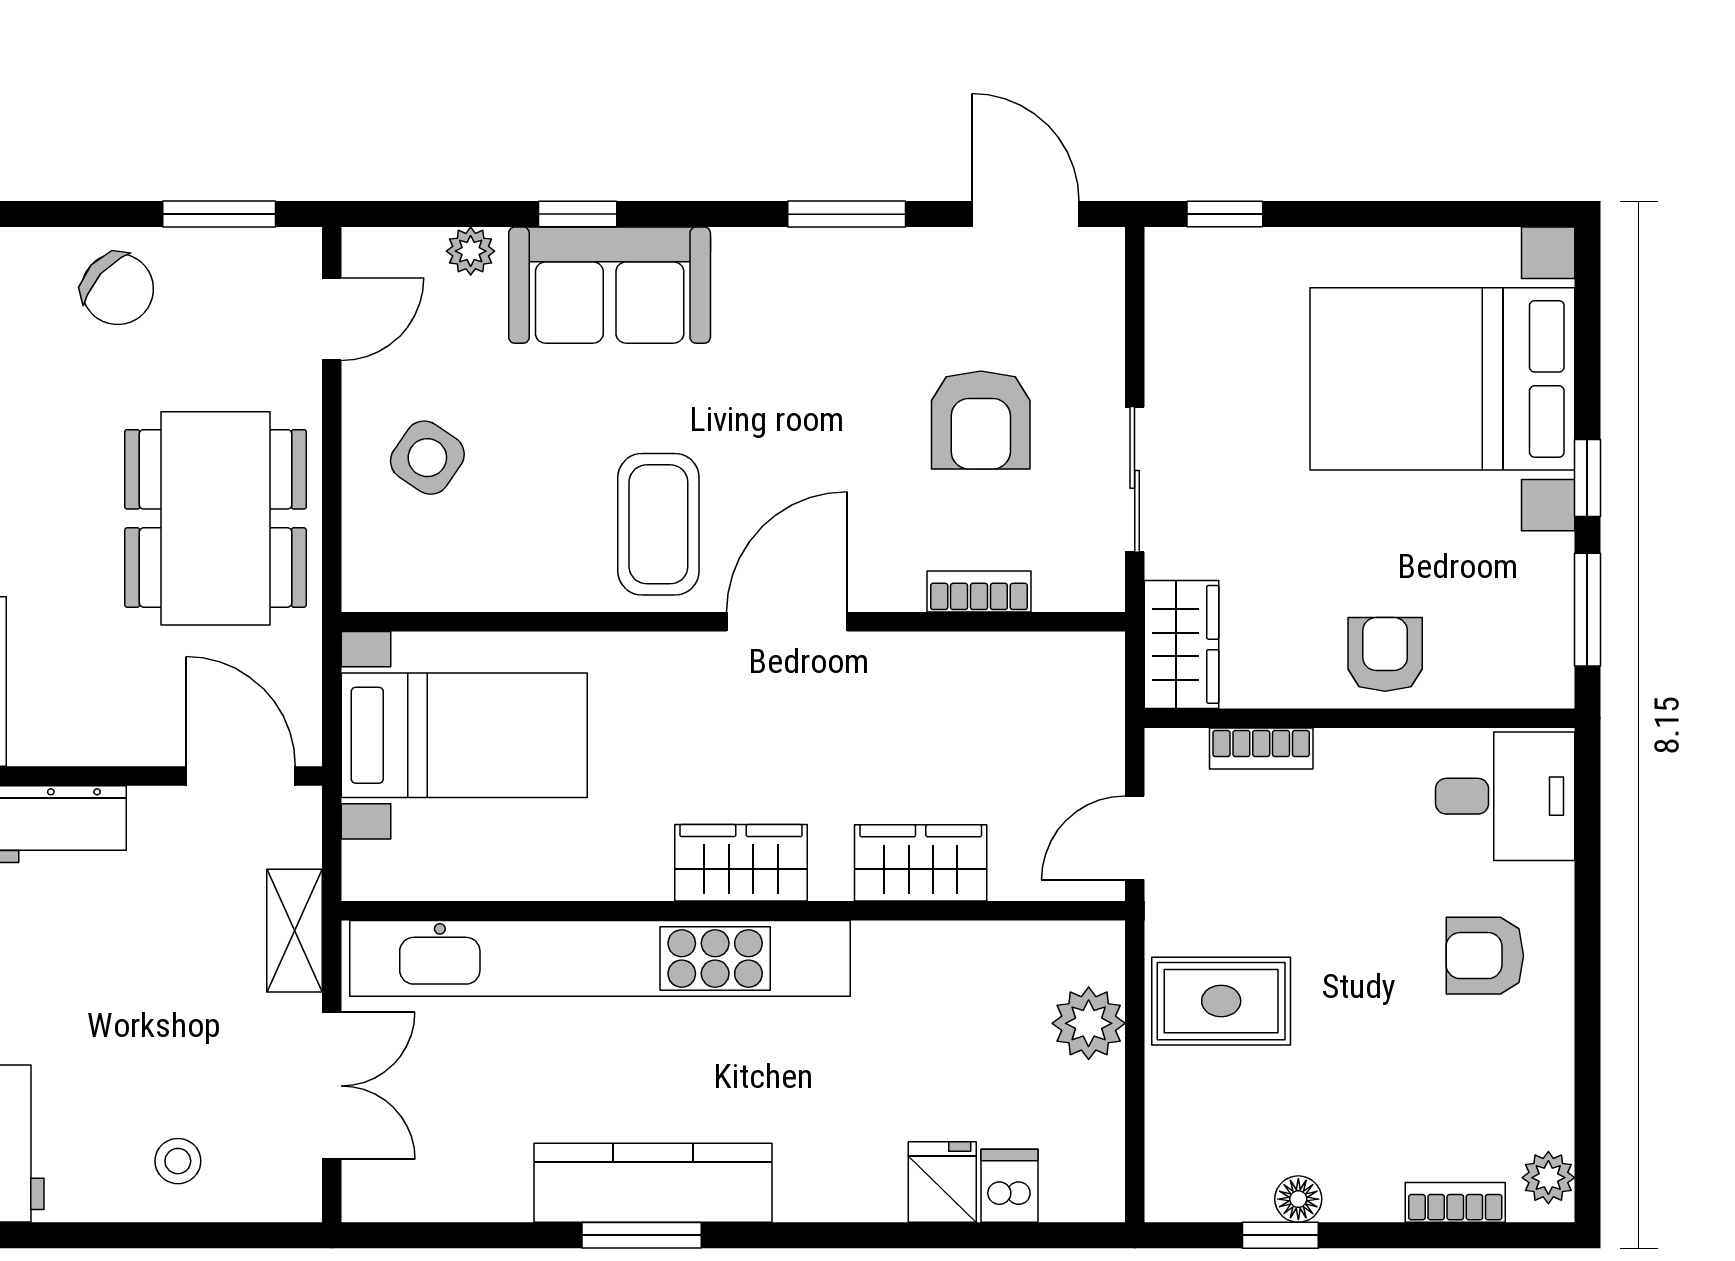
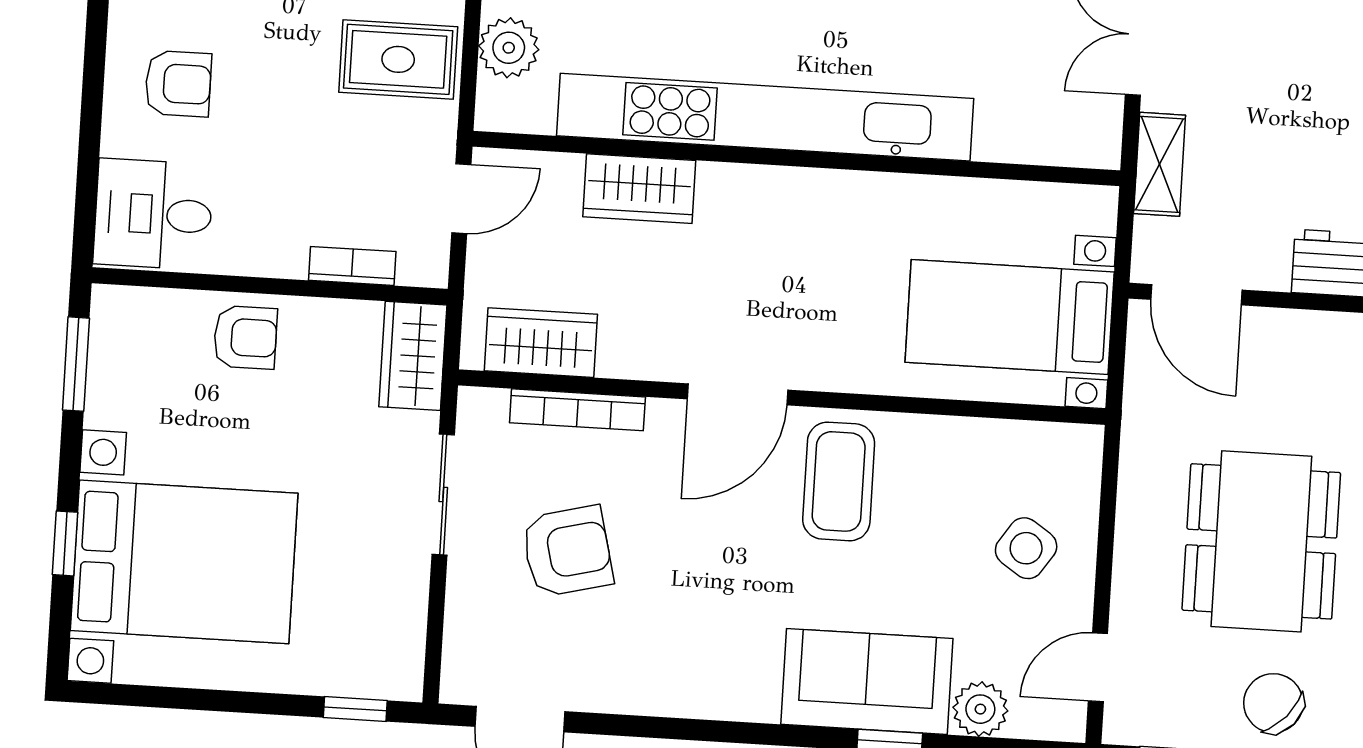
window: (847, 214) -> (668, 728), removed
plant: (471, 251) -> (980, 709), width x1.38, depth x1.38
armchair: (981, 420) -> (567, 551), turned 76
window: (1587, 478) -> (65, 543), moved
dining table: (216, 518) -> (1261, 541), moved
bookcase: (979, 591) -> (577, 410), width x1.56
armchair: (1385, 654) -> (245, 337), turned -90
wardrobe: (741, 863) -> (541, 343), moved, turned 180
kitchen unit: (600, 958) -> (765, 117), moved

